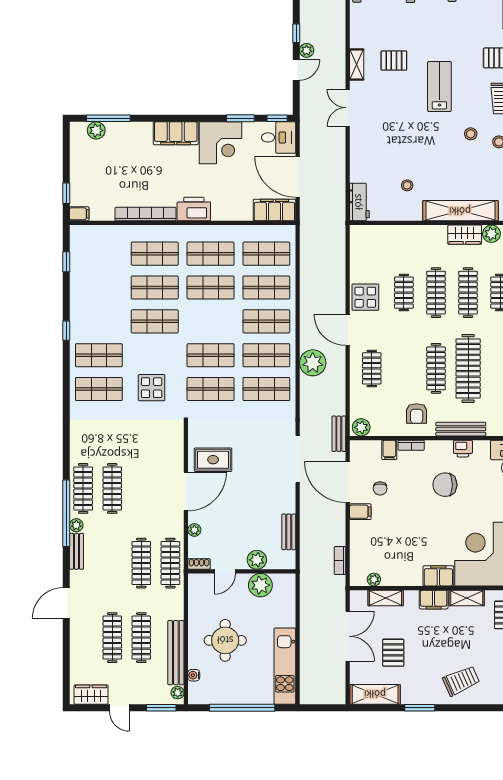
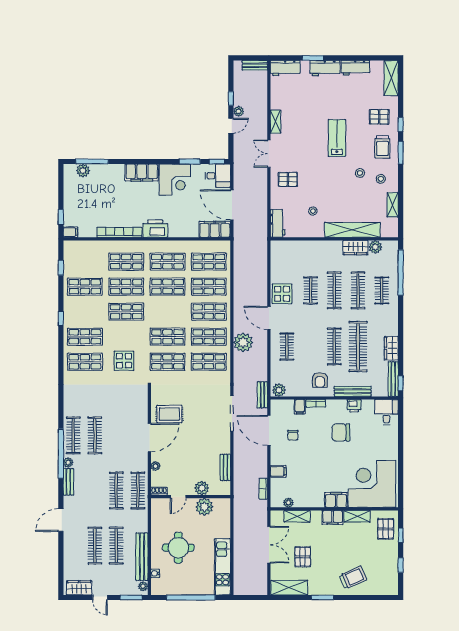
pallet: (394, 60) -> (288, 179), moved
shop shelf: (99, 288) -> (85, 287), added
filing cabinet: (360, 512) -> (278, 471), moved

